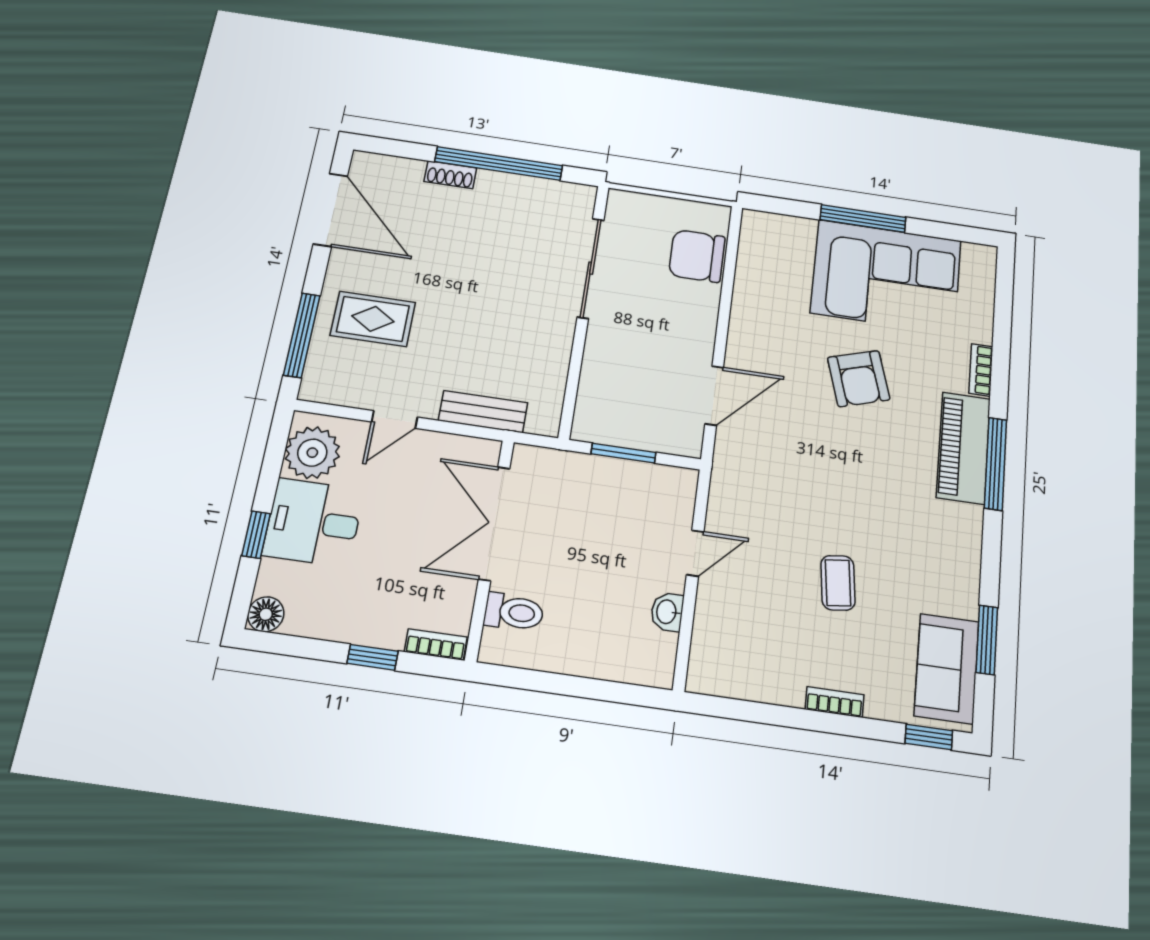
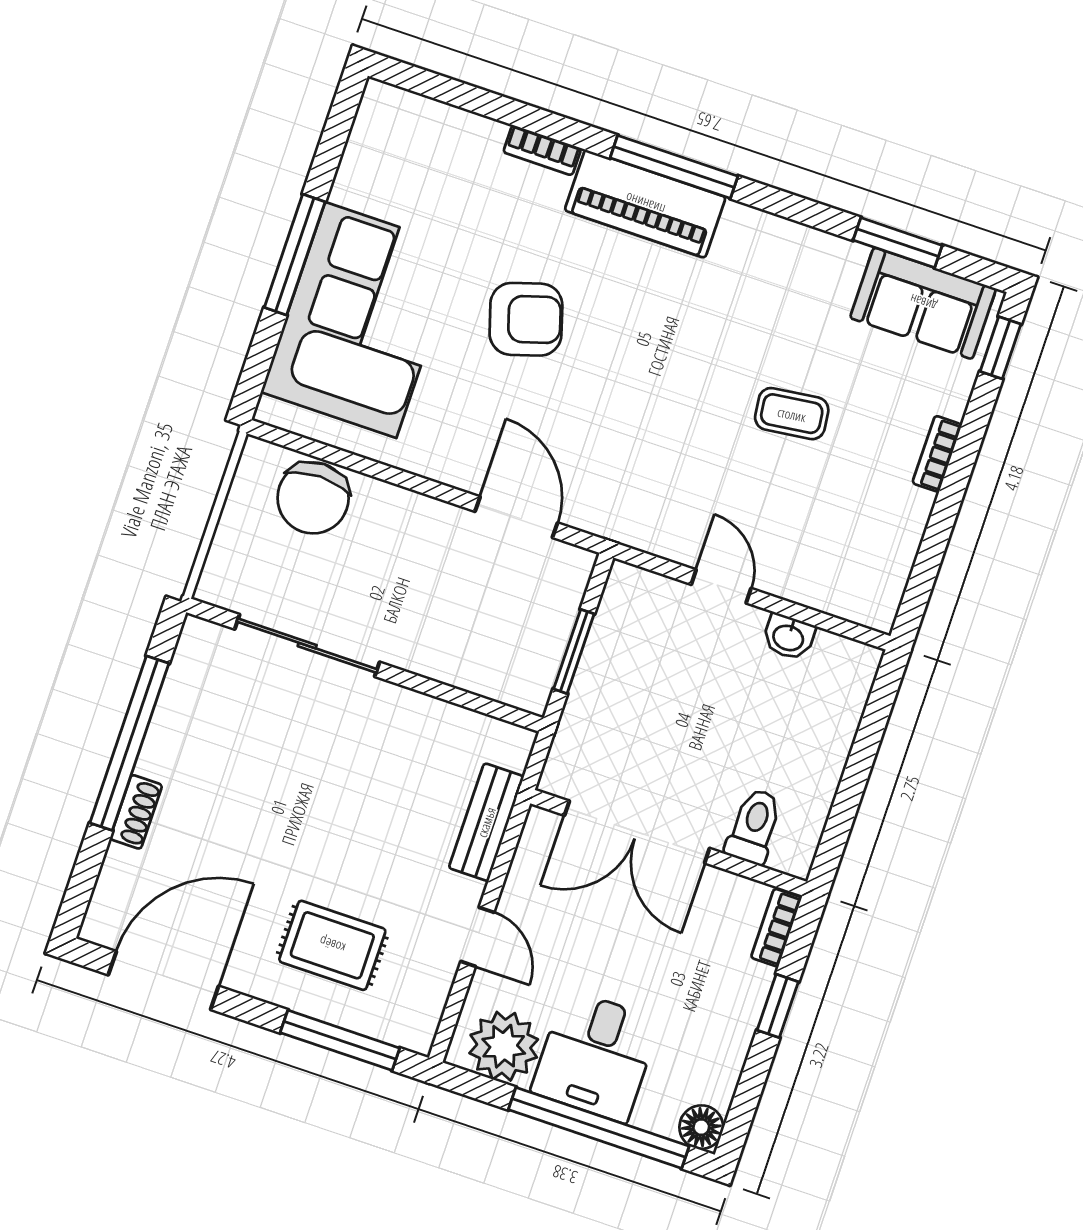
corner sofa: (886, 276) -> (361, 320), moved
rug: (373, 319) -> (332, 945), turned 90
window: (256, 535) -> (599, 1128), width x3.17

